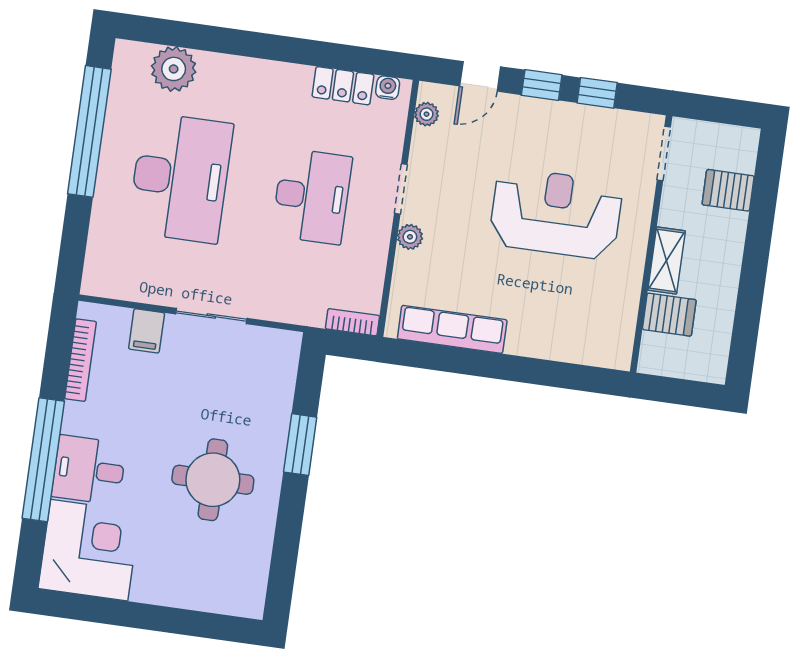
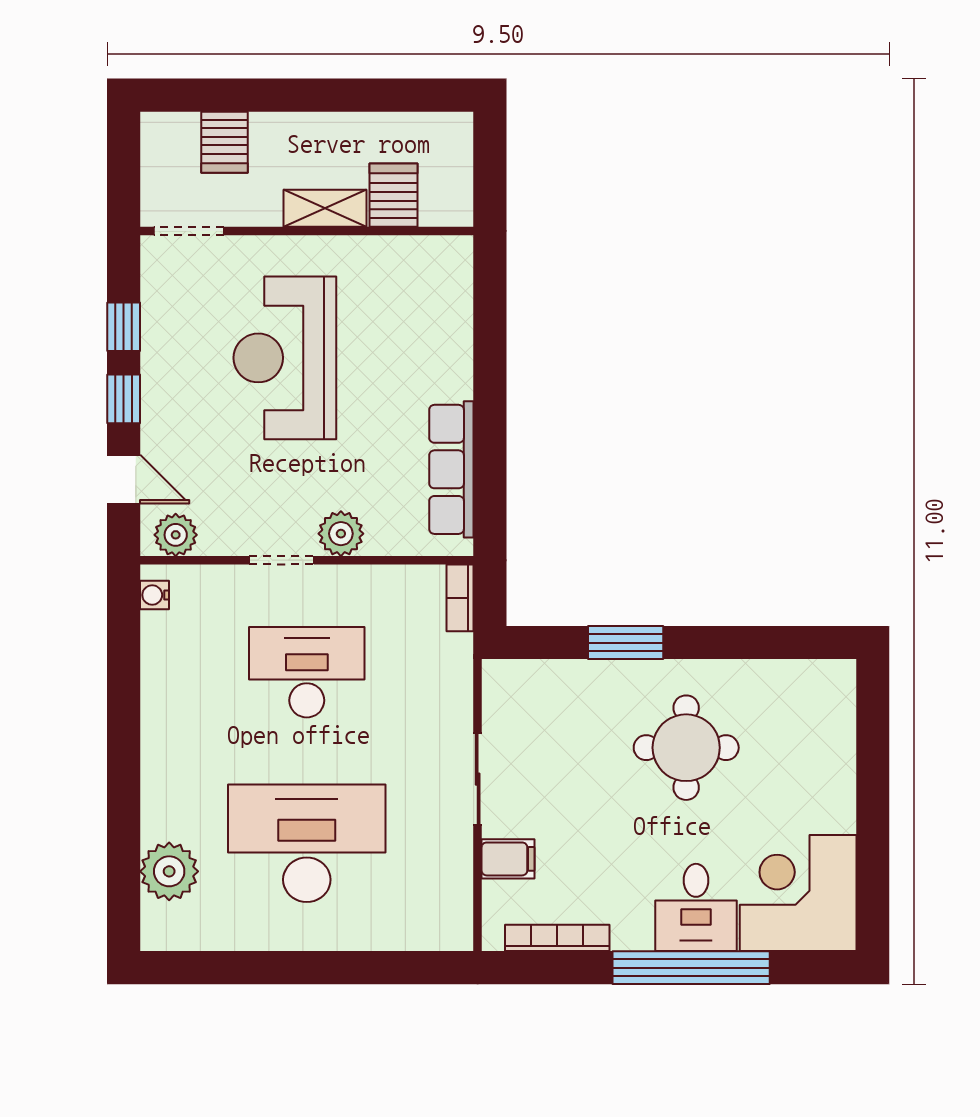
locker: (343, 86) -> (160, 652), removed
plant: (427, 114) -> (176, 535), width x1.38, depth x1.38
window: (89, 131) -> (264, 968), removed
plant: (410, 237) -> (341, 534), width x1.38, depth x1.38

